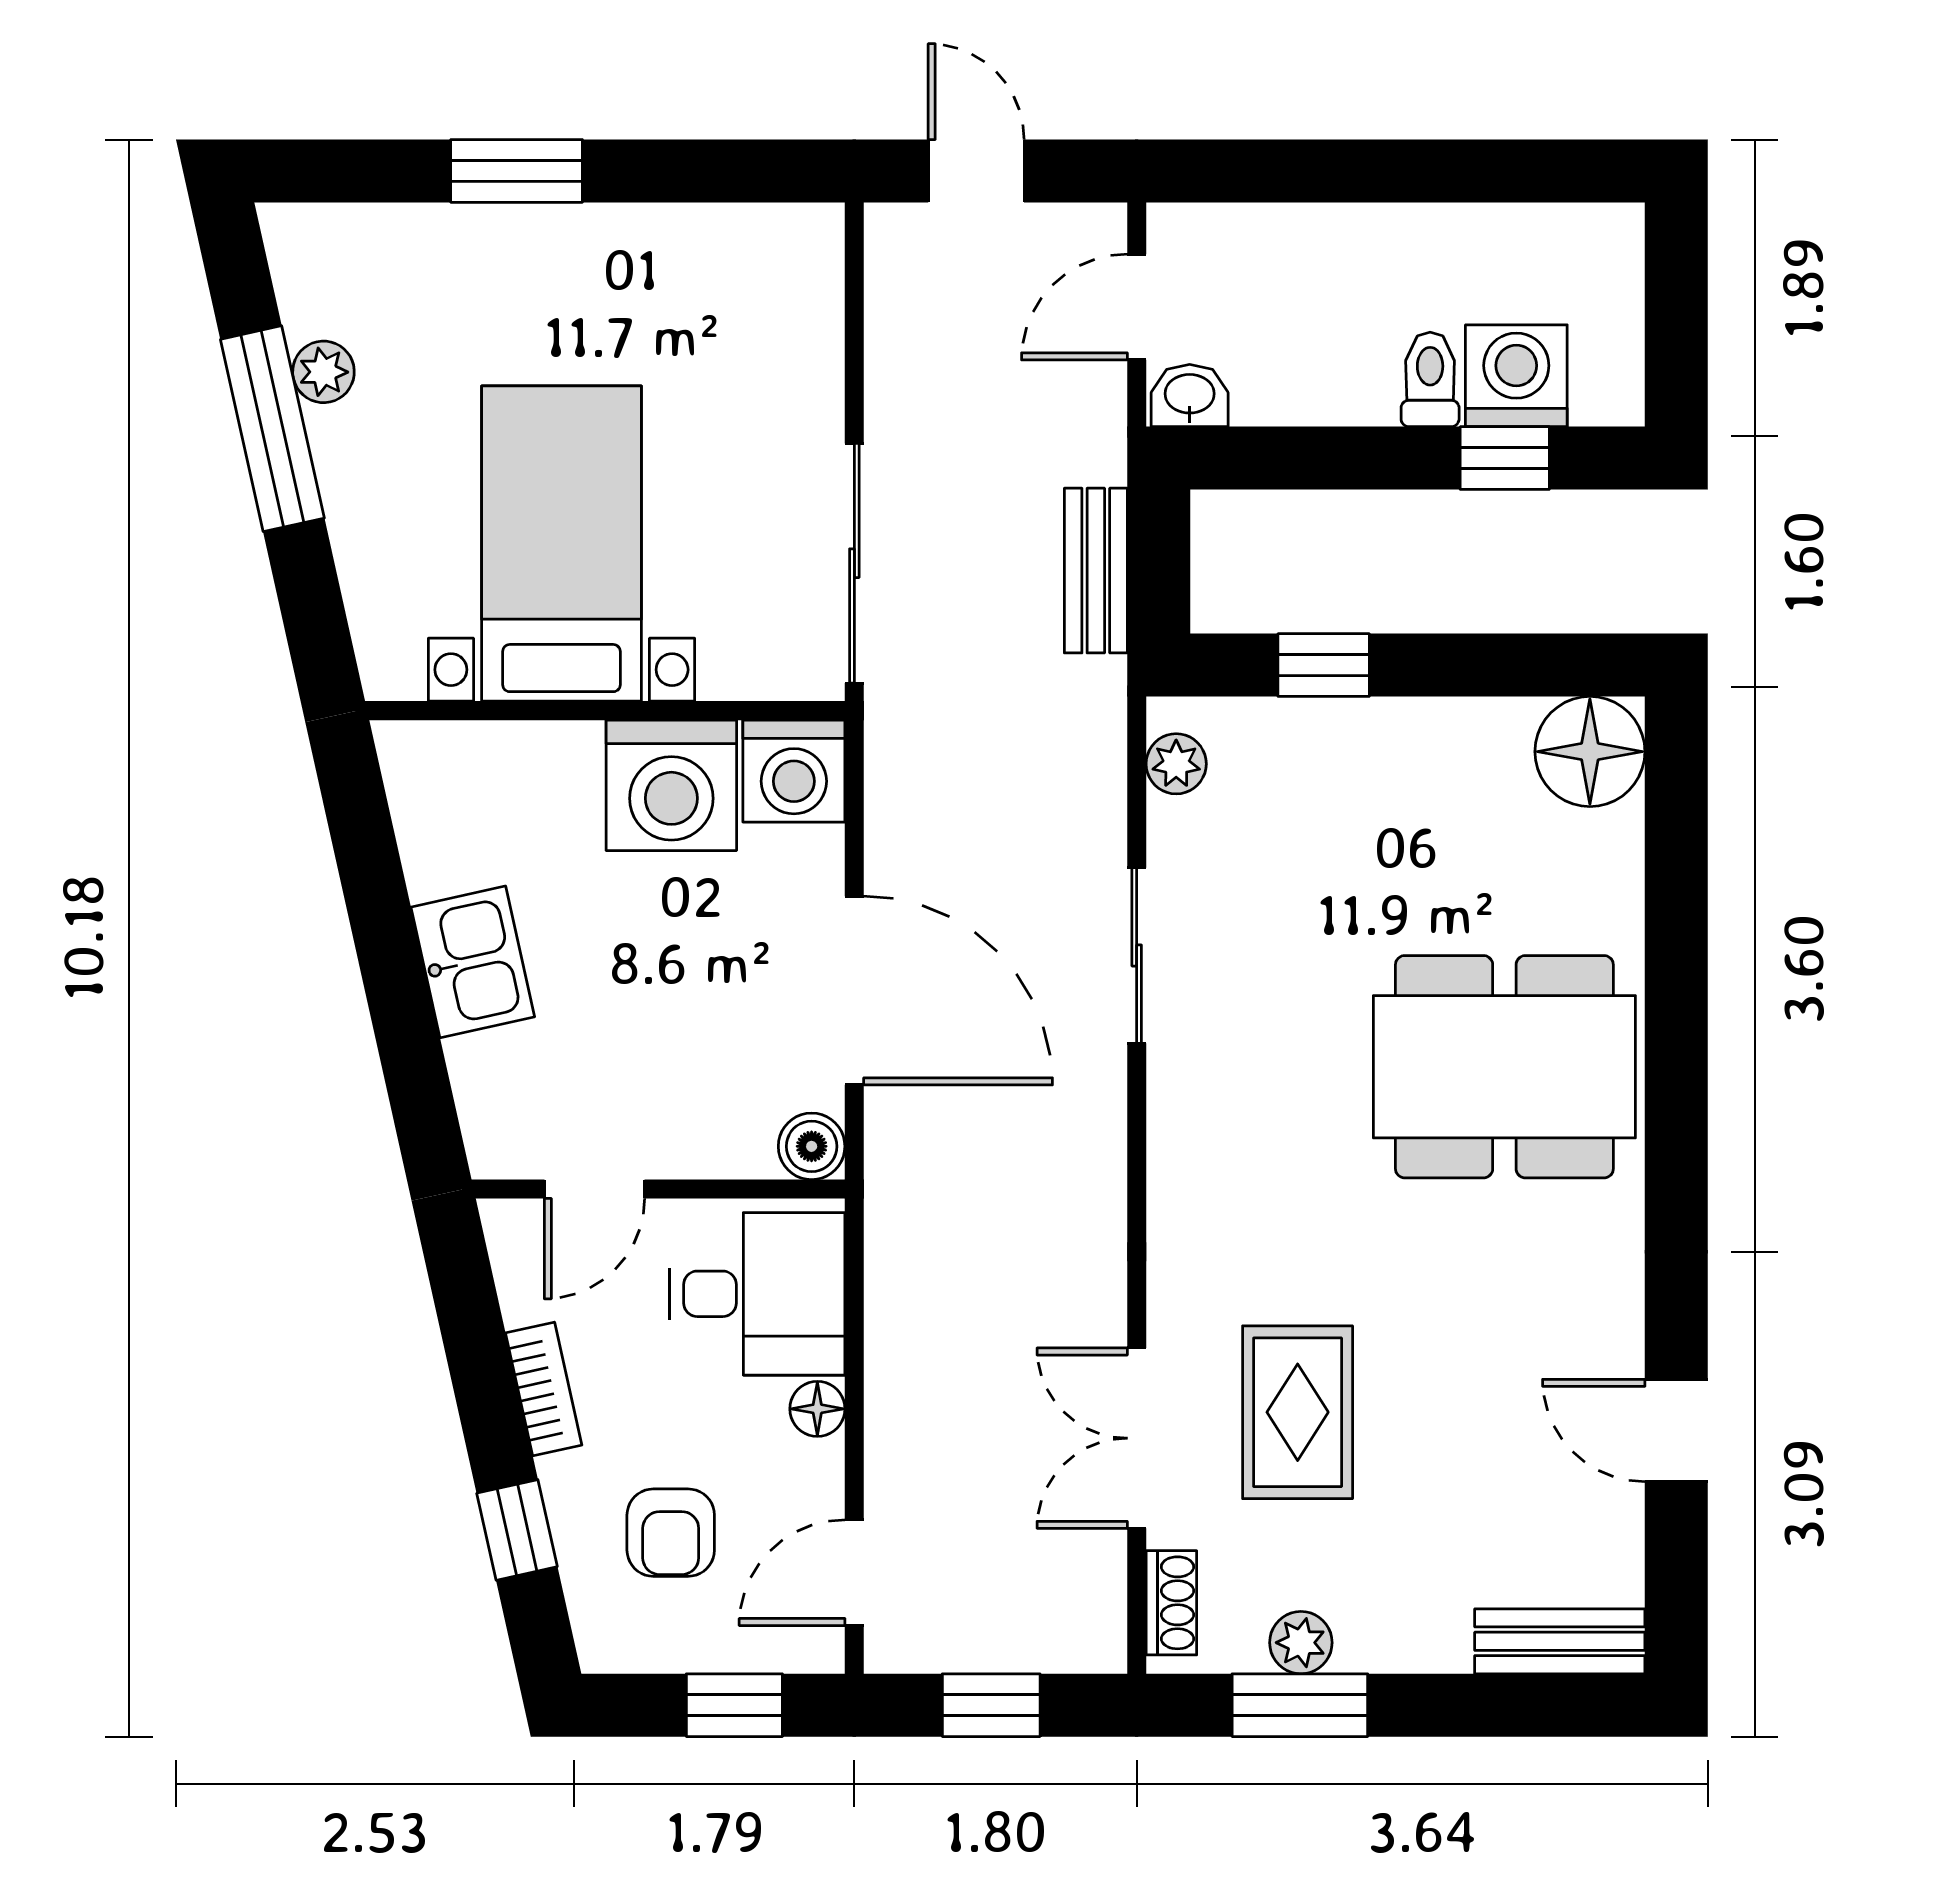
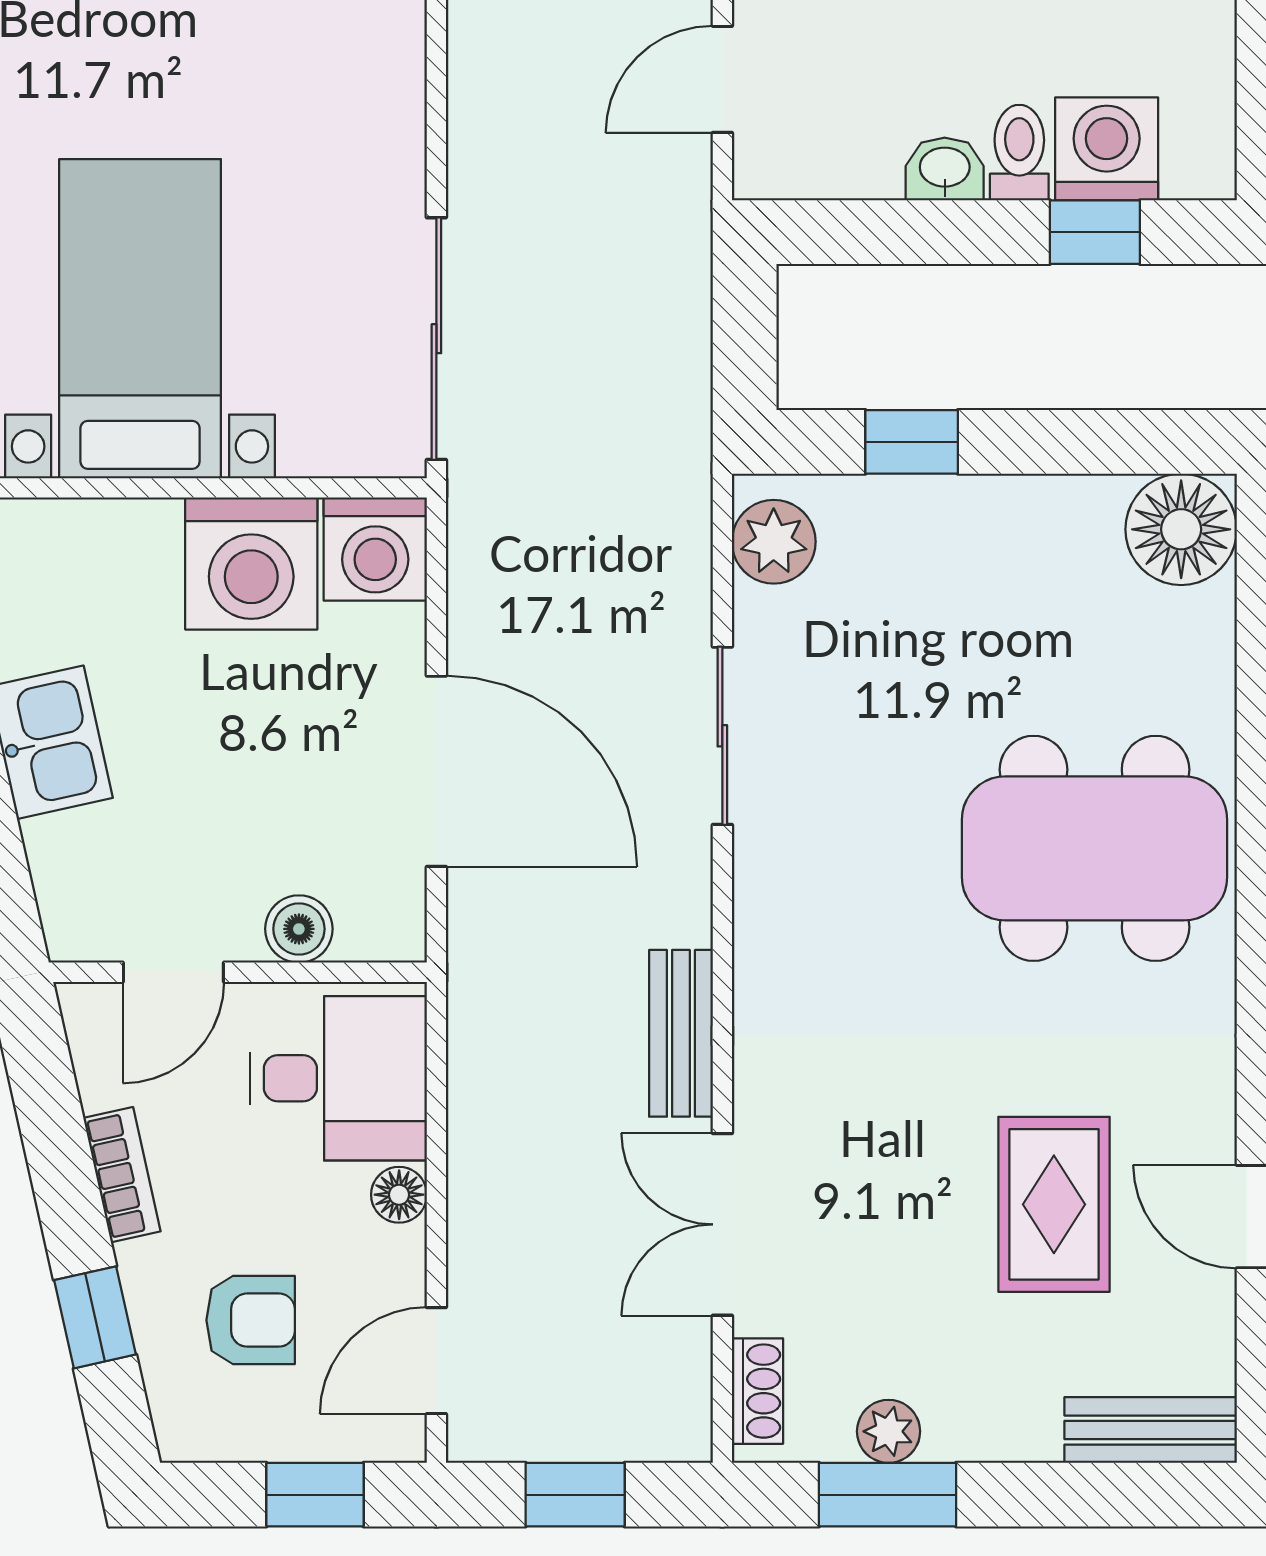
washbasin: (1190, 396) -> (945, 169), moved
bench: (1096, 571) -> (681, 1033), moved
plant: (1176, 764) -> (774, 542), width x1.38, depth x1.38
boiler: (812, 1146) -> (299, 929), moved
rug: (1298, 1412) -> (1054, 1204), moved
armchair: (671, 1533) -> (251, 1320), turned -90

